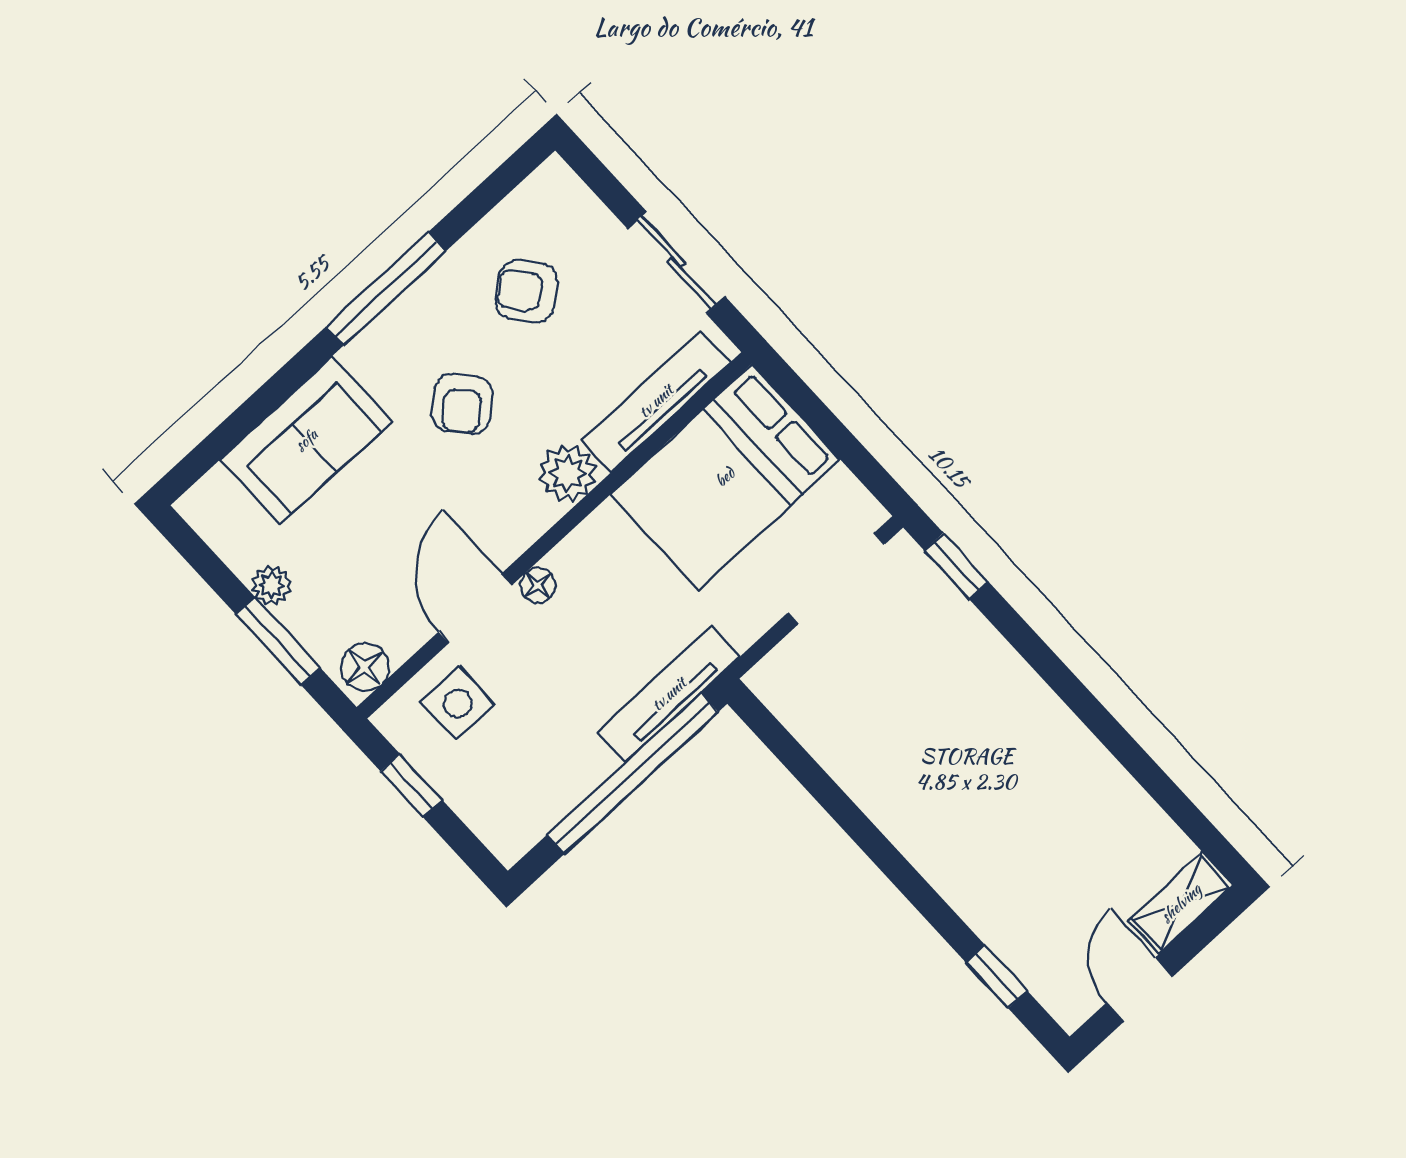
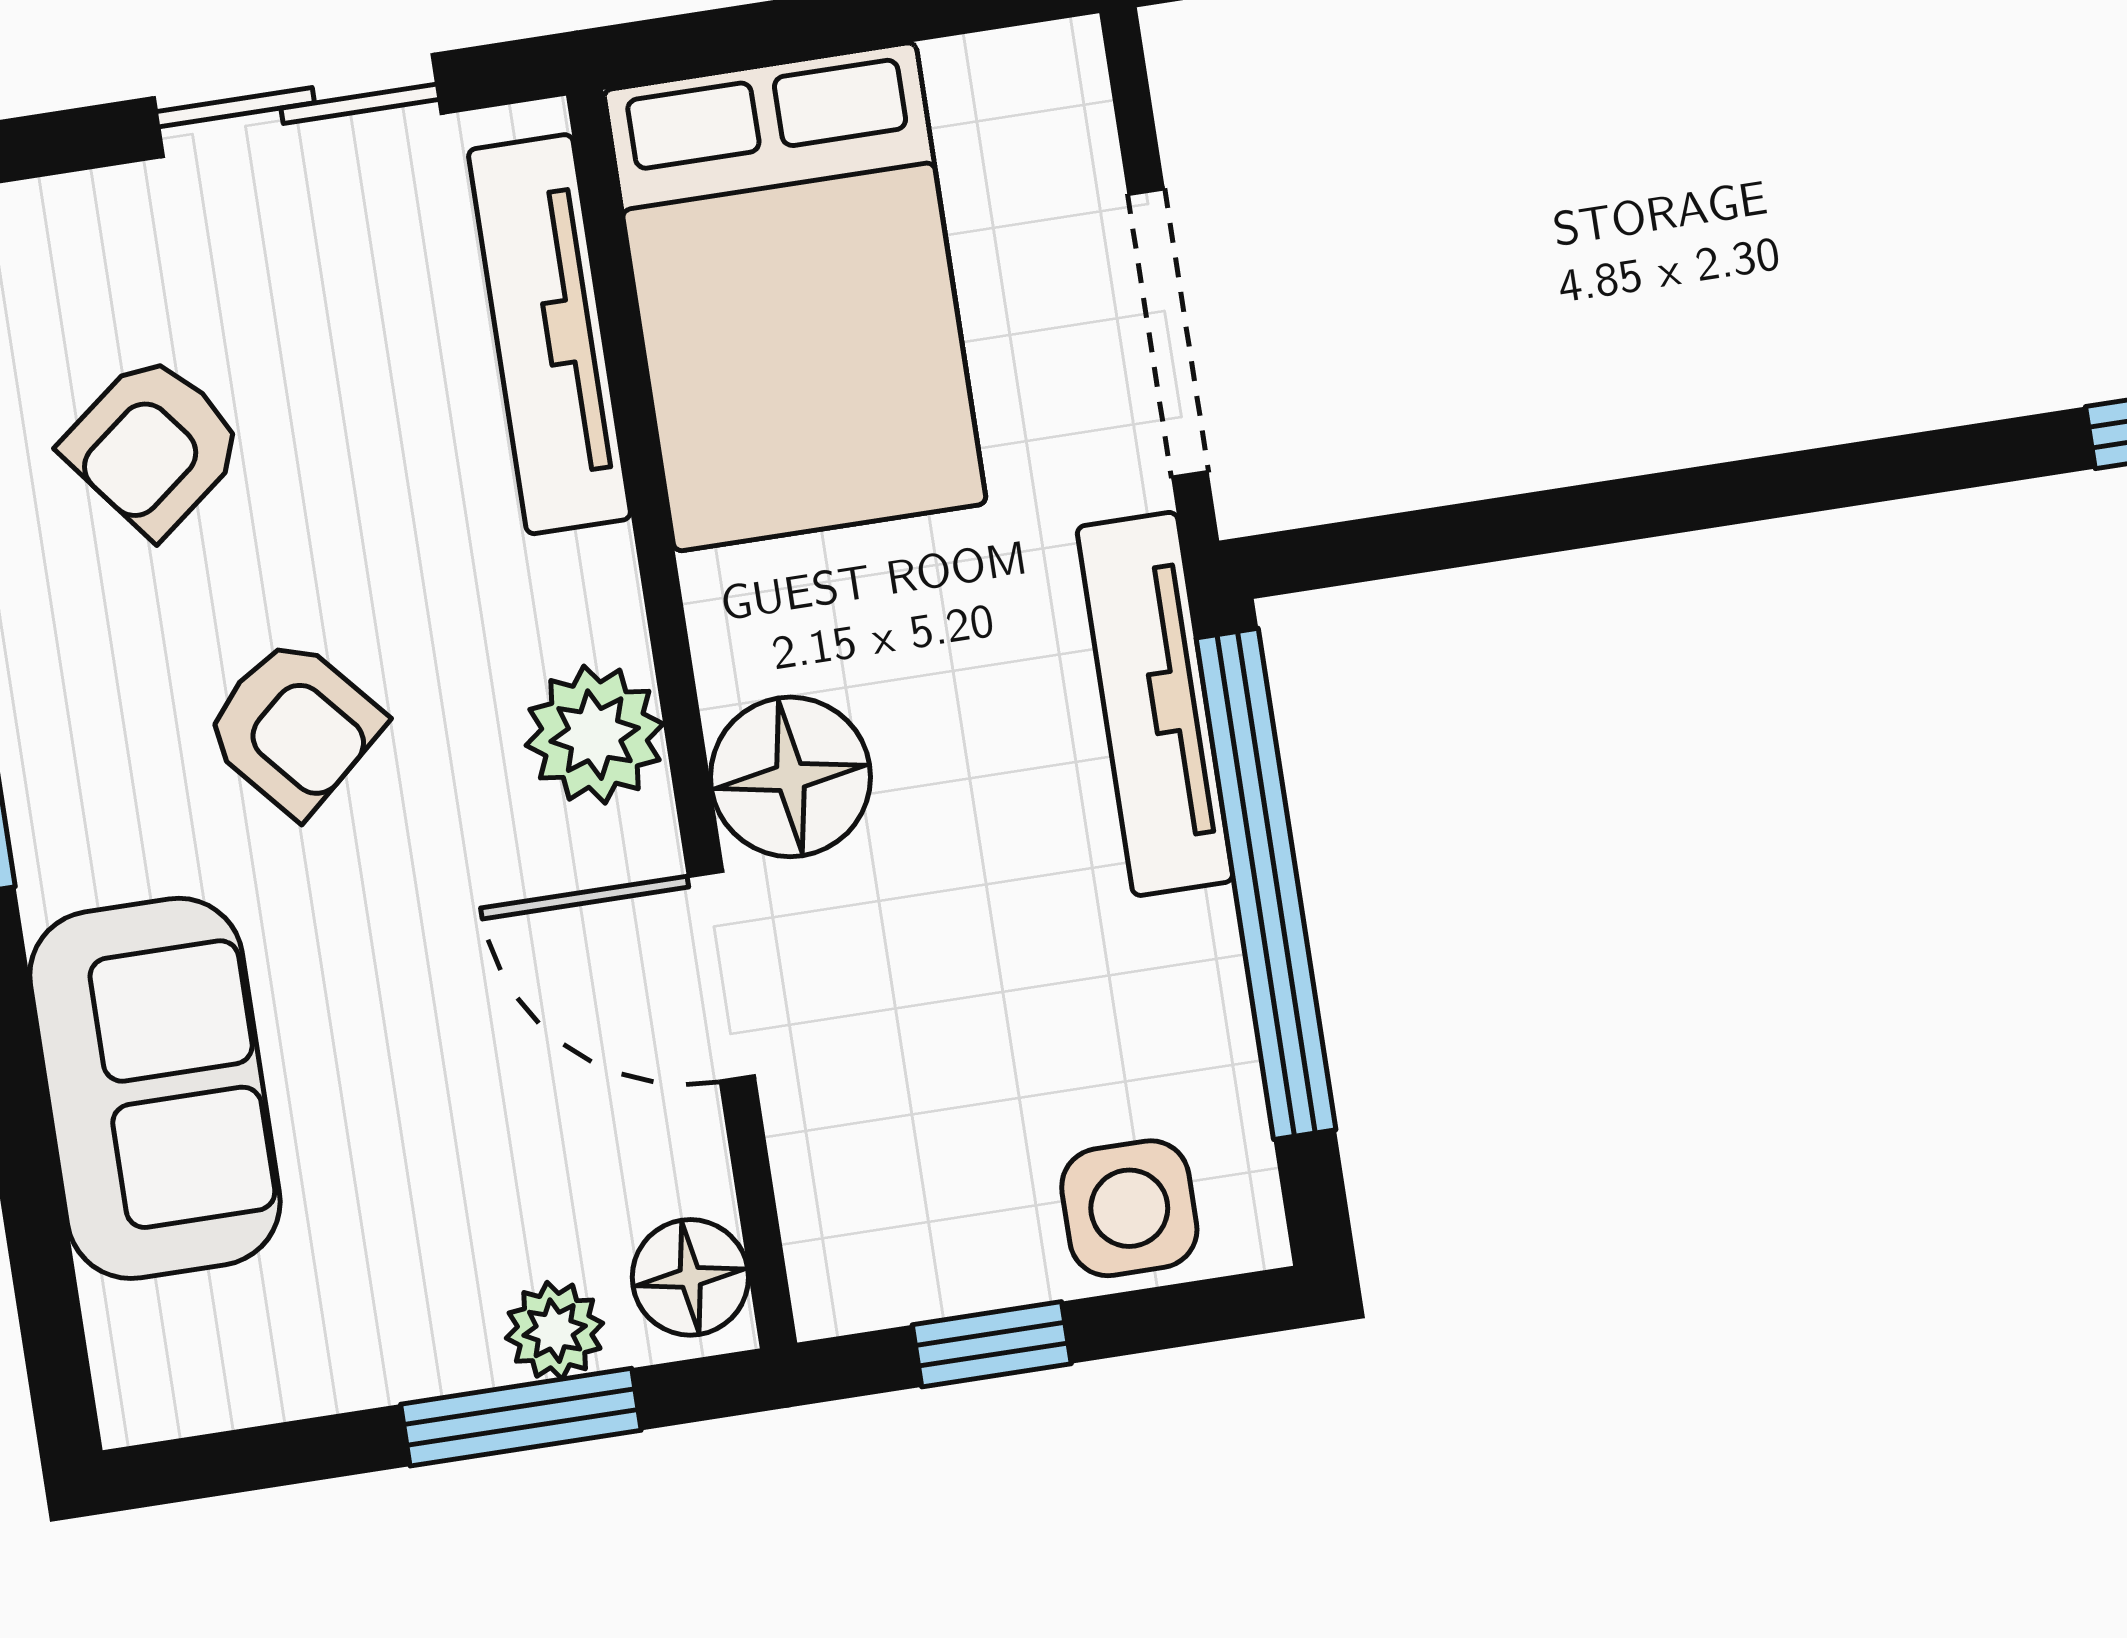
plant: (568, 473) -> (595, 735), moved
doorway: (836, 579) -> (1168, 333), moved
plant: (272, 585) -> (555, 1331), moved
floor lamp: (538, 585) -> (790, 777), width x1.89, depth x1.89
side table: (458, 703) -> (1129, 1208), moved

